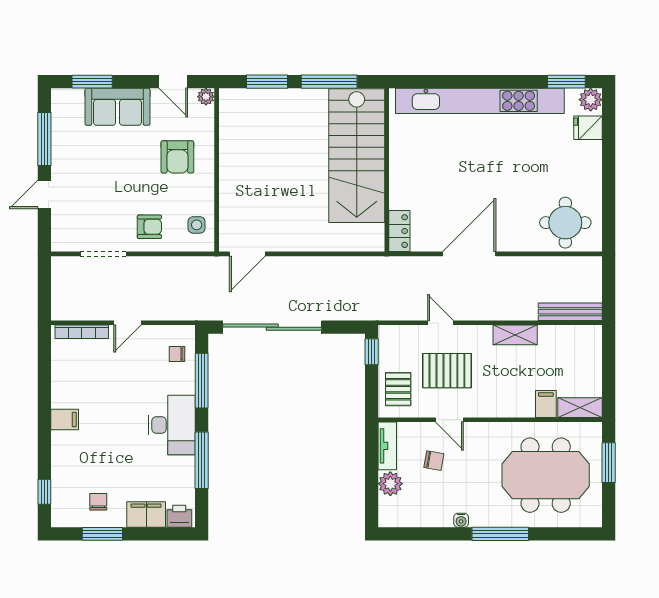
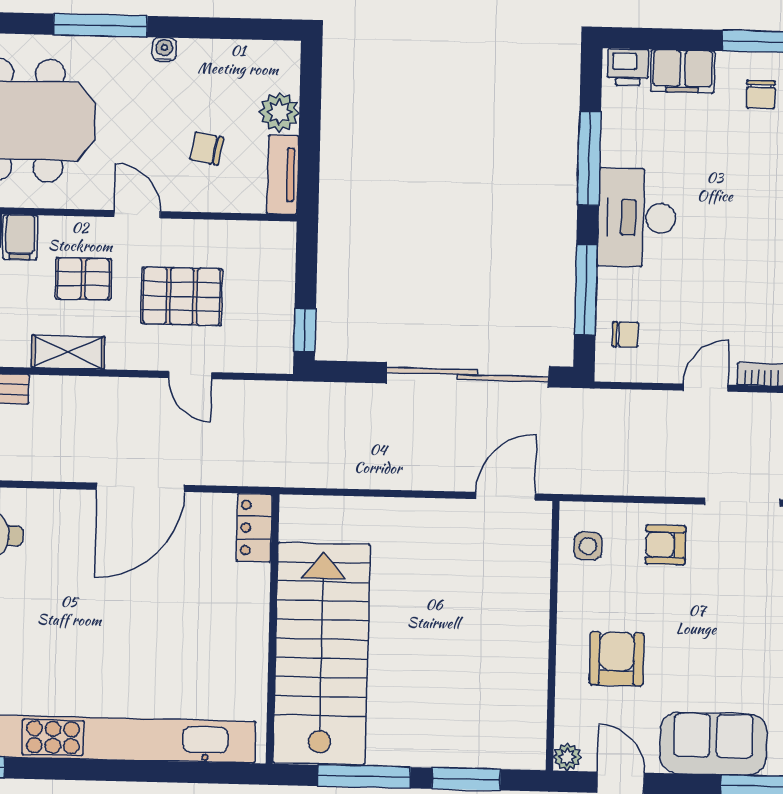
pallet: (398, 389) -> (83, 279), moved, turned 90
door: (449, 420) -> (137, 214), moved

